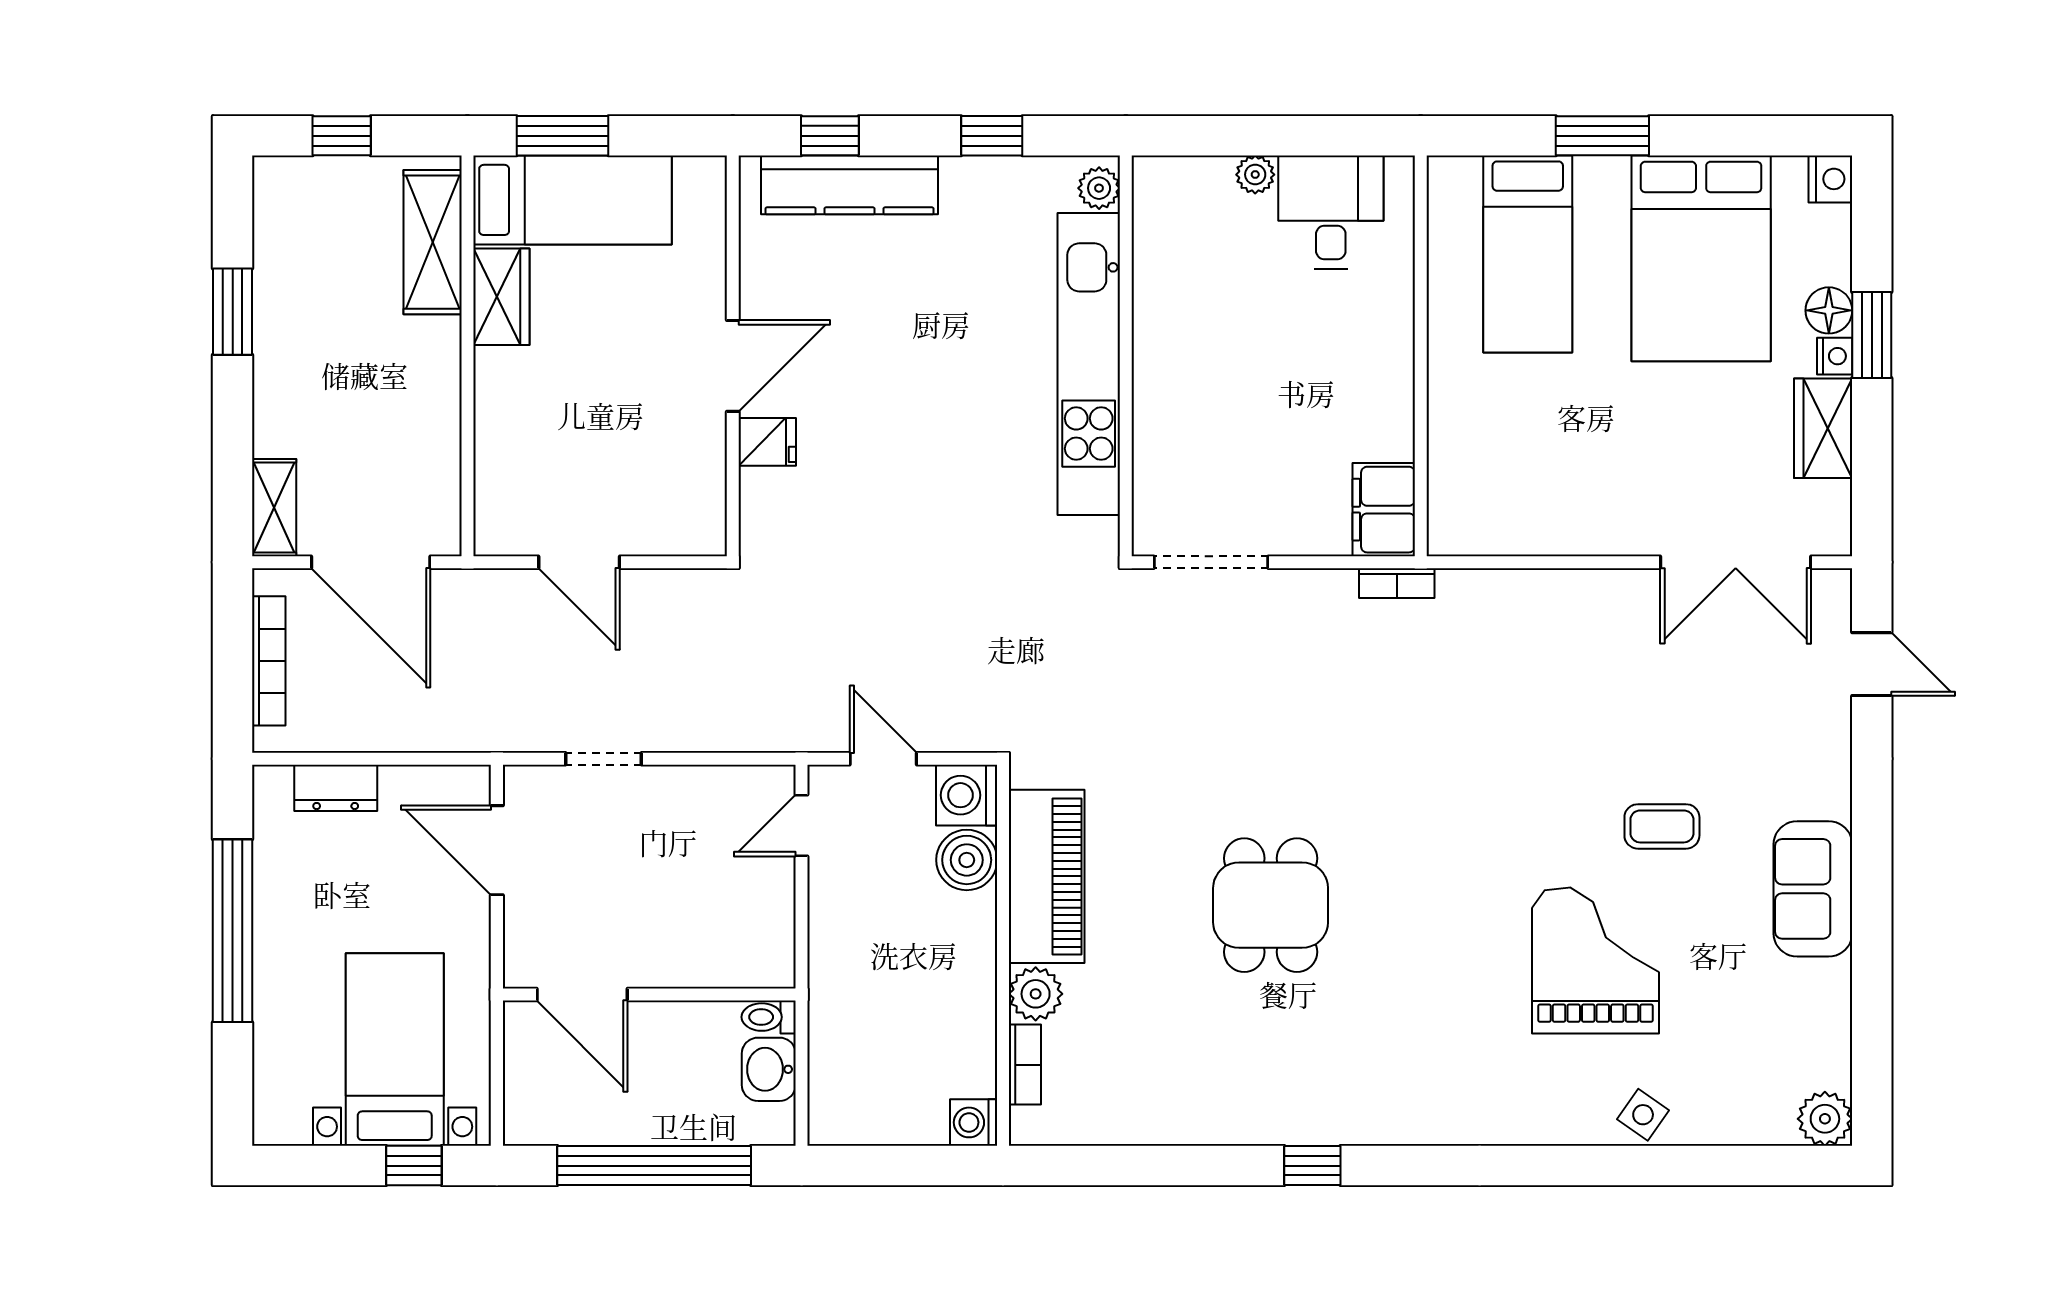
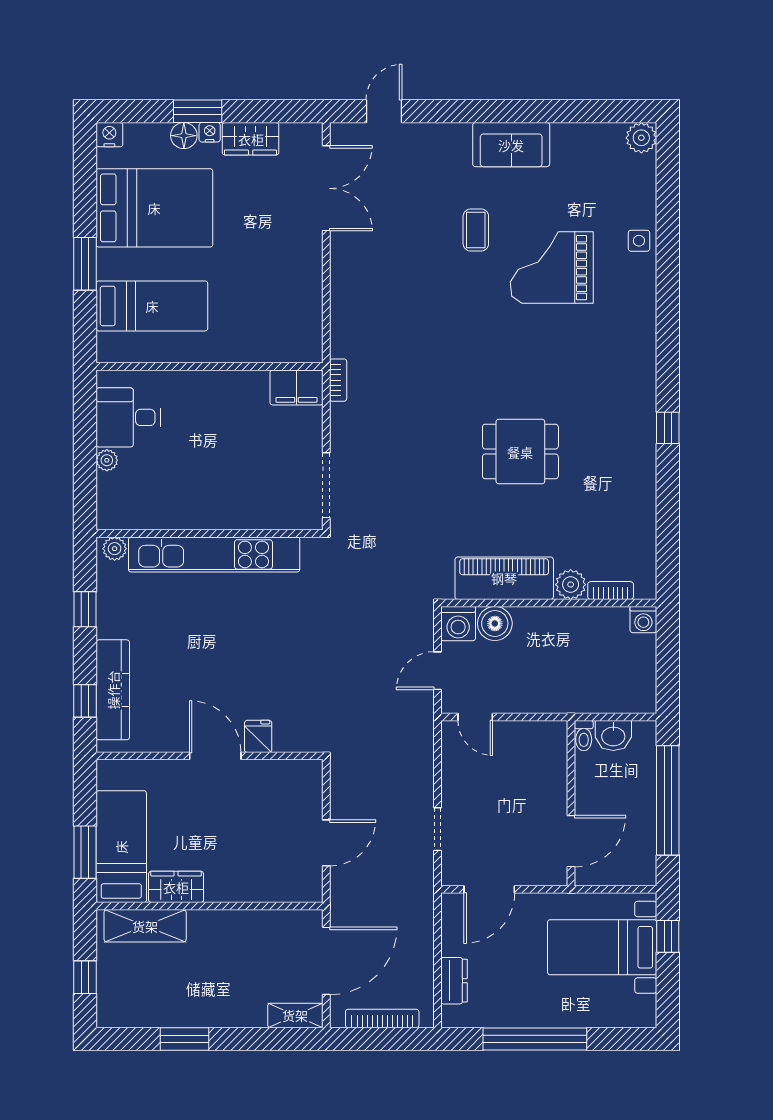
side table: (1643, 1115) -> (639, 241), turned -35

